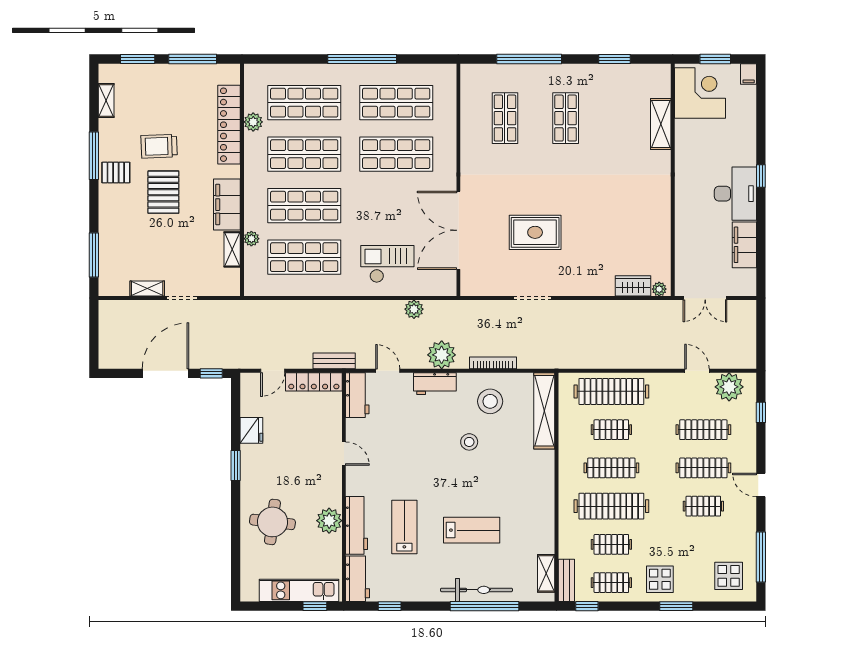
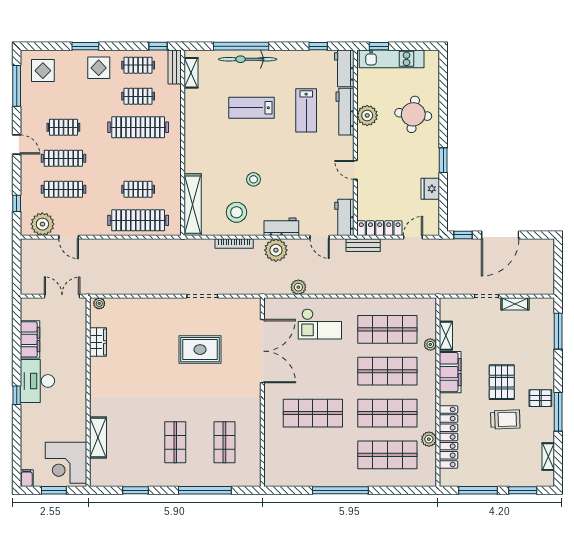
shop shelf: (396, 103) -> (313, 455), removed
wardrobe: (633, 286) -> (98, 342), moved, turned -90
clothes rail: (611, 468) -> (138, 158), removed

